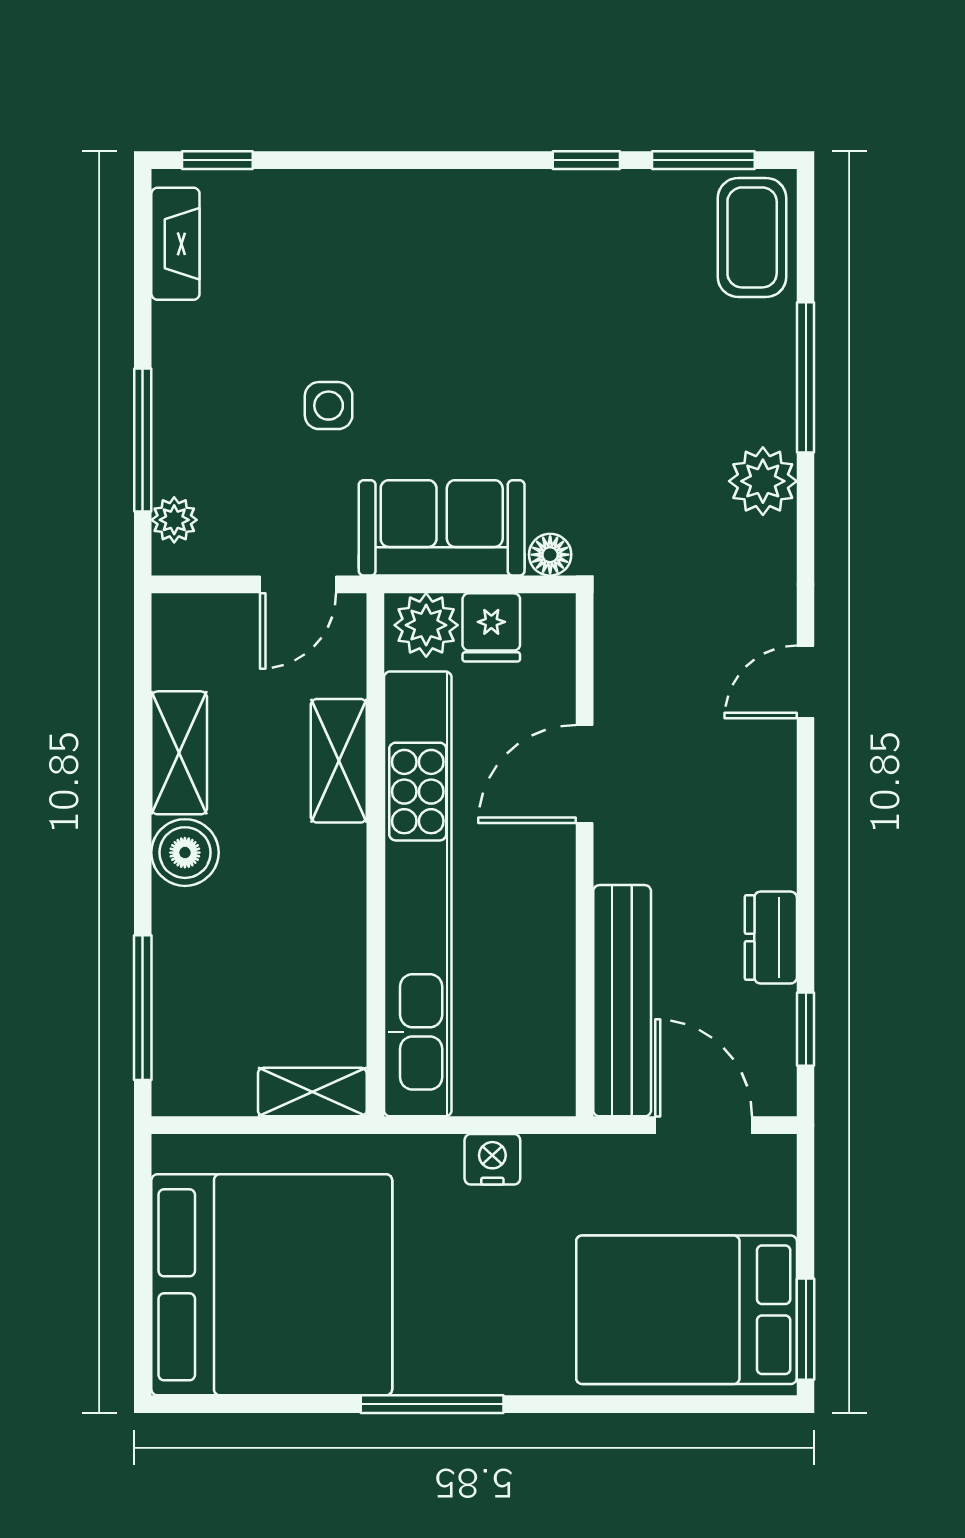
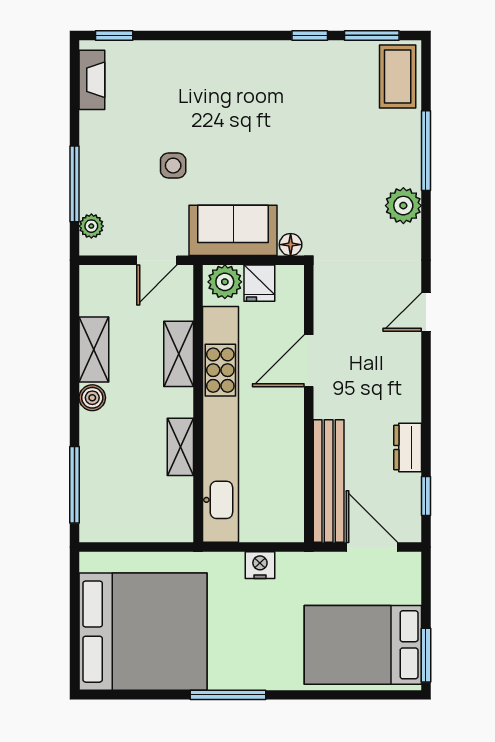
boiler: (185, 853) -> (92, 398), width x0.73, depth x0.73
shelving: (312, 1092) -> (180, 447), moved, turned 90

